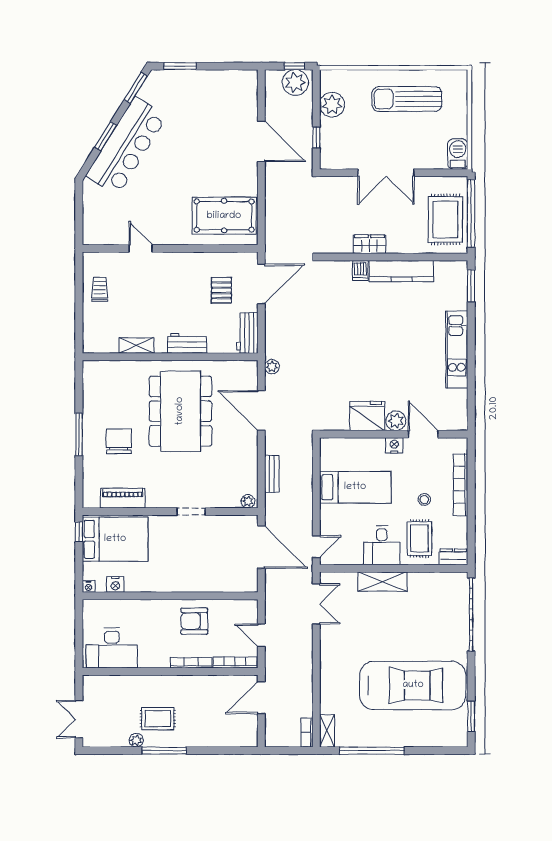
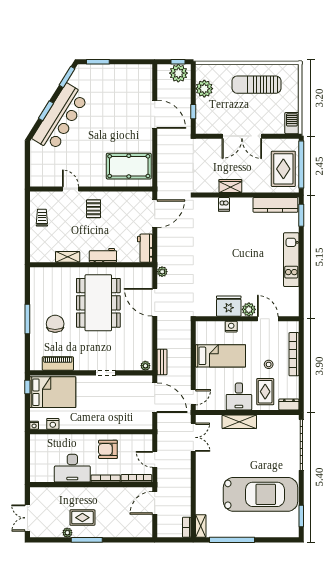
kitchen counter: (401, 271) -> (275, 205), moved
pallet: (221, 290) -> (94, 209), moved
nightstand: (394, 445) -> (231, 327), moved
bench: (272, 474) -> (162, 362), moved
desk: (112, 648) -> (72, 468), moved

